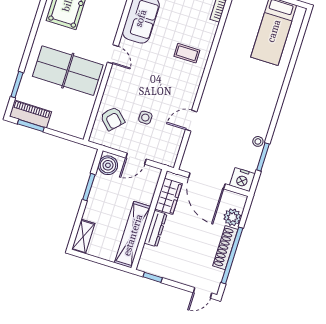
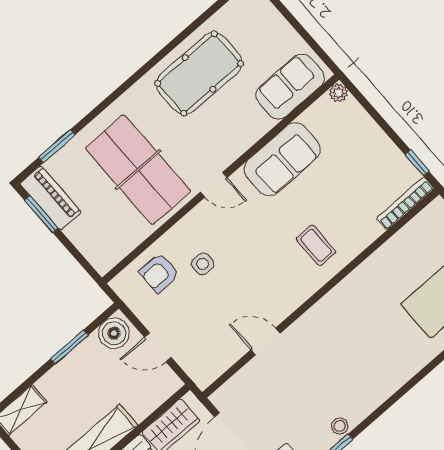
door: (113, 54) -> (214, 185), hinge flipped
side table: (145, 118) -> (203, 264), moved
armchair: (113, 119) -> (159, 273), turned 46

